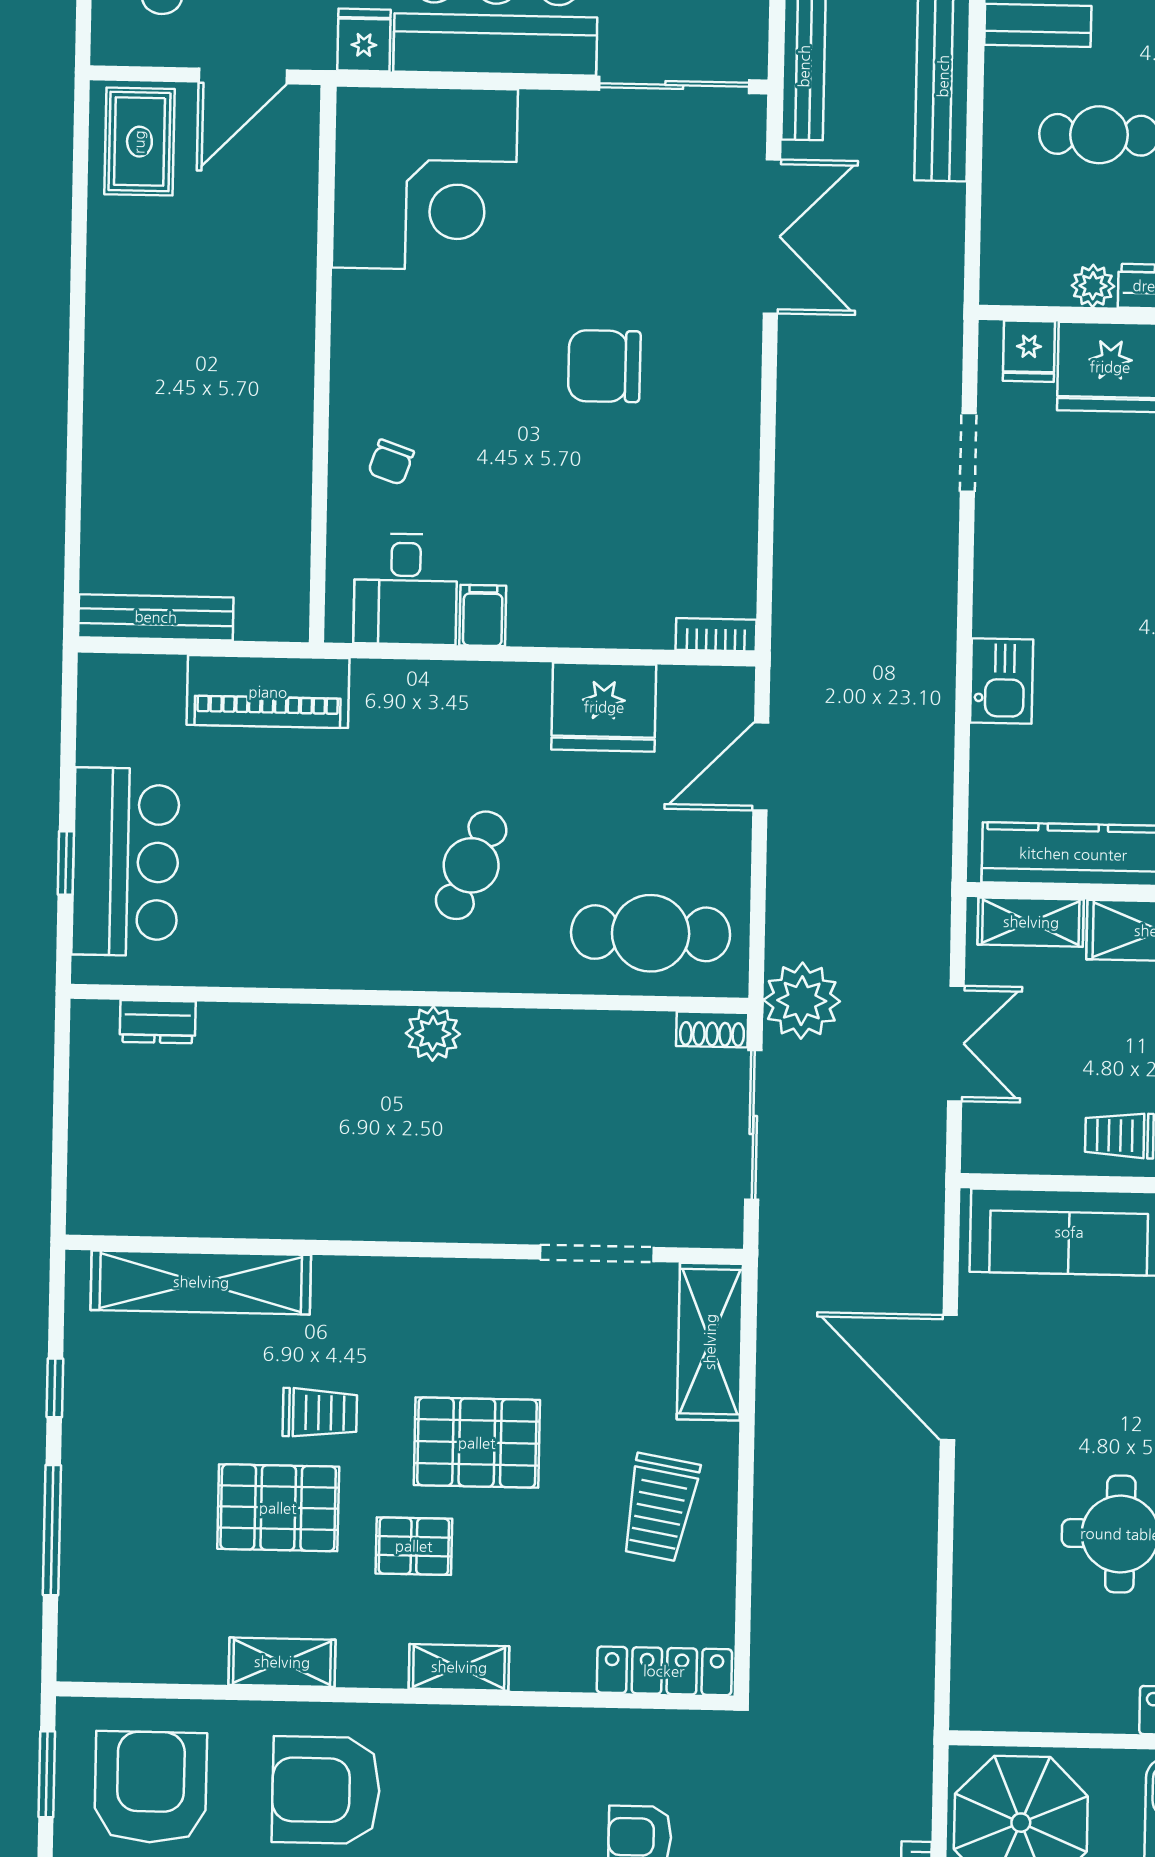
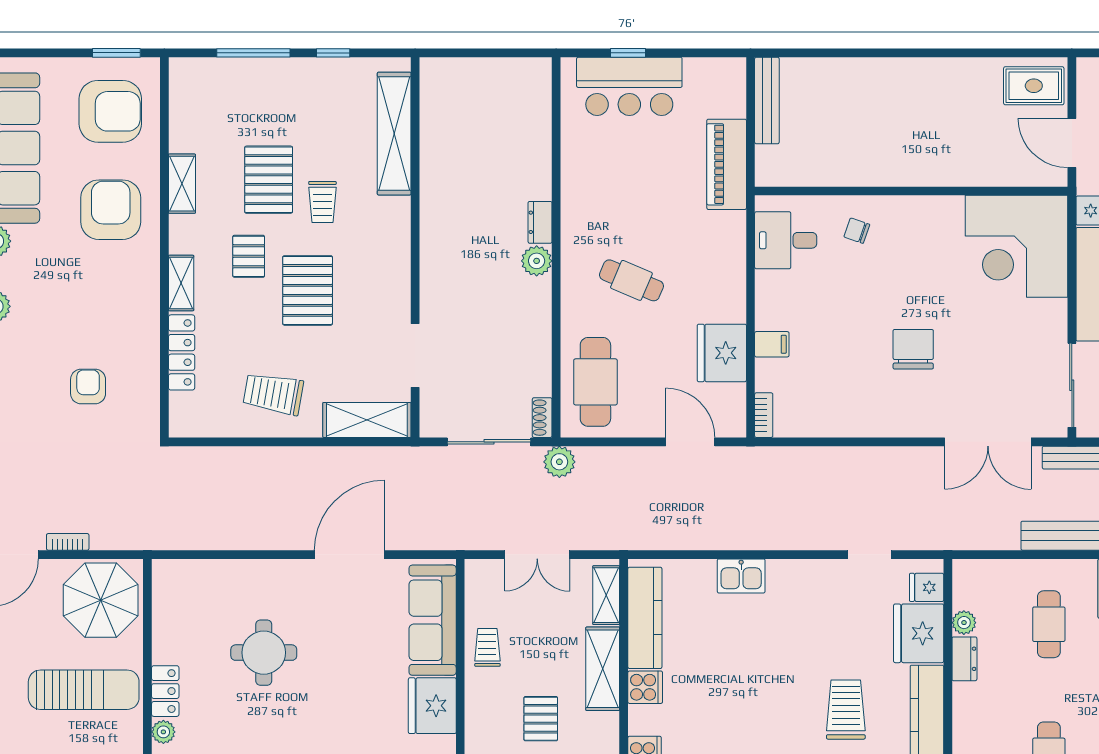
filing cabinet: (483, 615) -> (772, 344), moved
plant: (802, 1001) -> (559, 462), width x0.73, depth x0.73
dresser: (158, 1022) -> (540, 222), moved
locker: (664, 1671) -> (182, 352), moved

